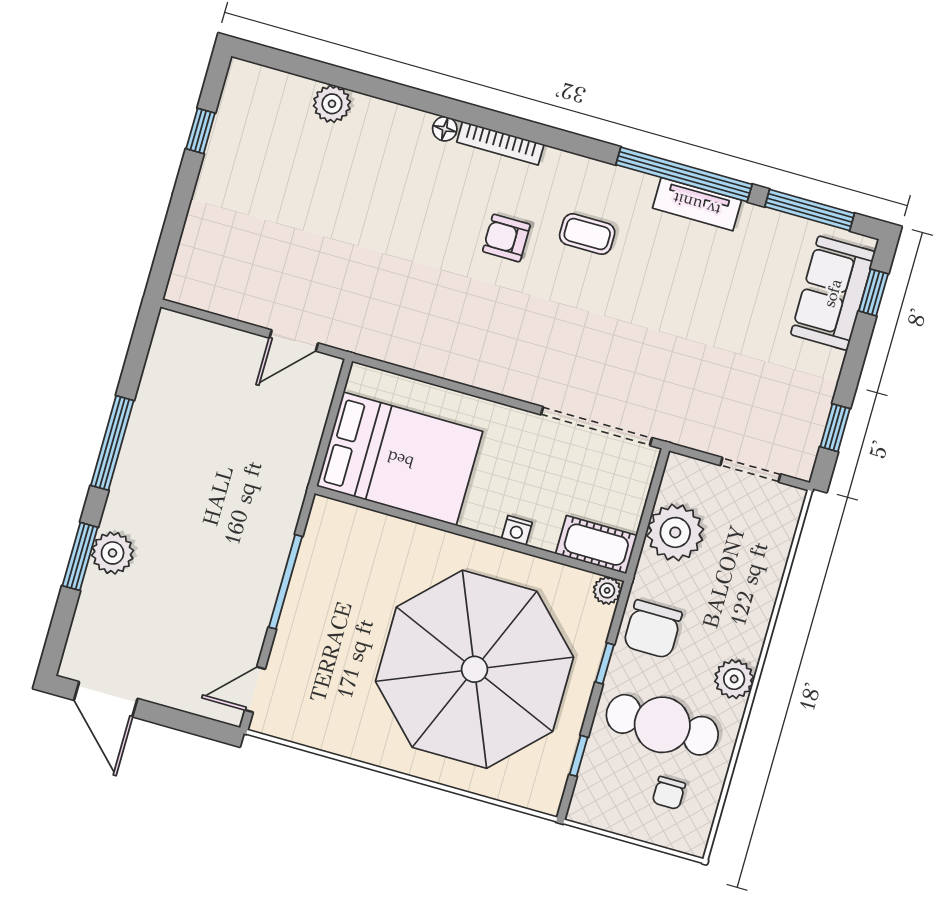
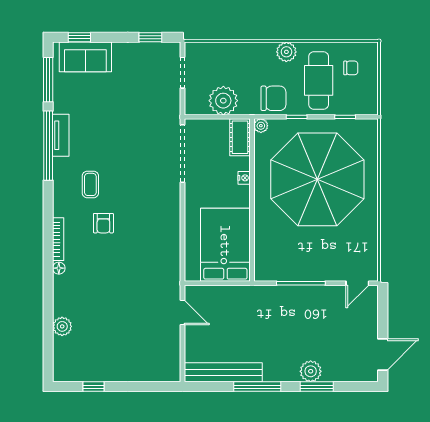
bench: (158, 386) -> (223, 372), added
door: (255, 689) -> (357, 283), hinge flipped

